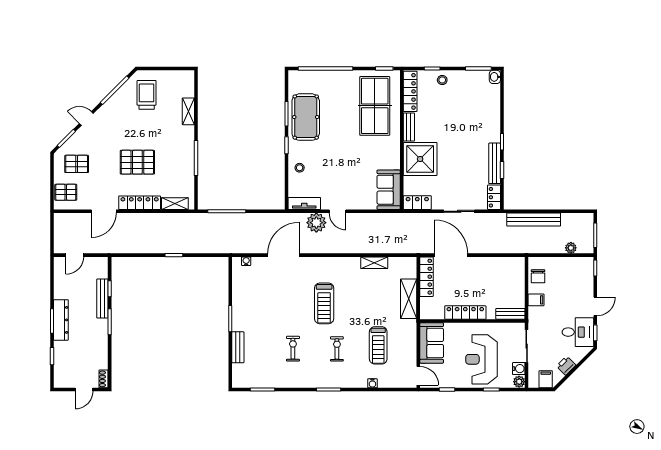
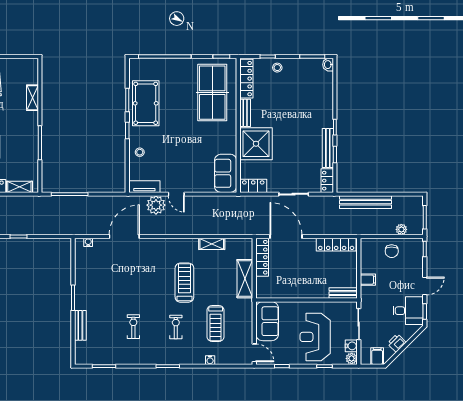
chair: (538, 276) -> (392, 251), moved
treadmill: (324, 303) -> (184, 283), moved, turned 180
locker: (465, 313) -> (336, 245), moved, turned 180

